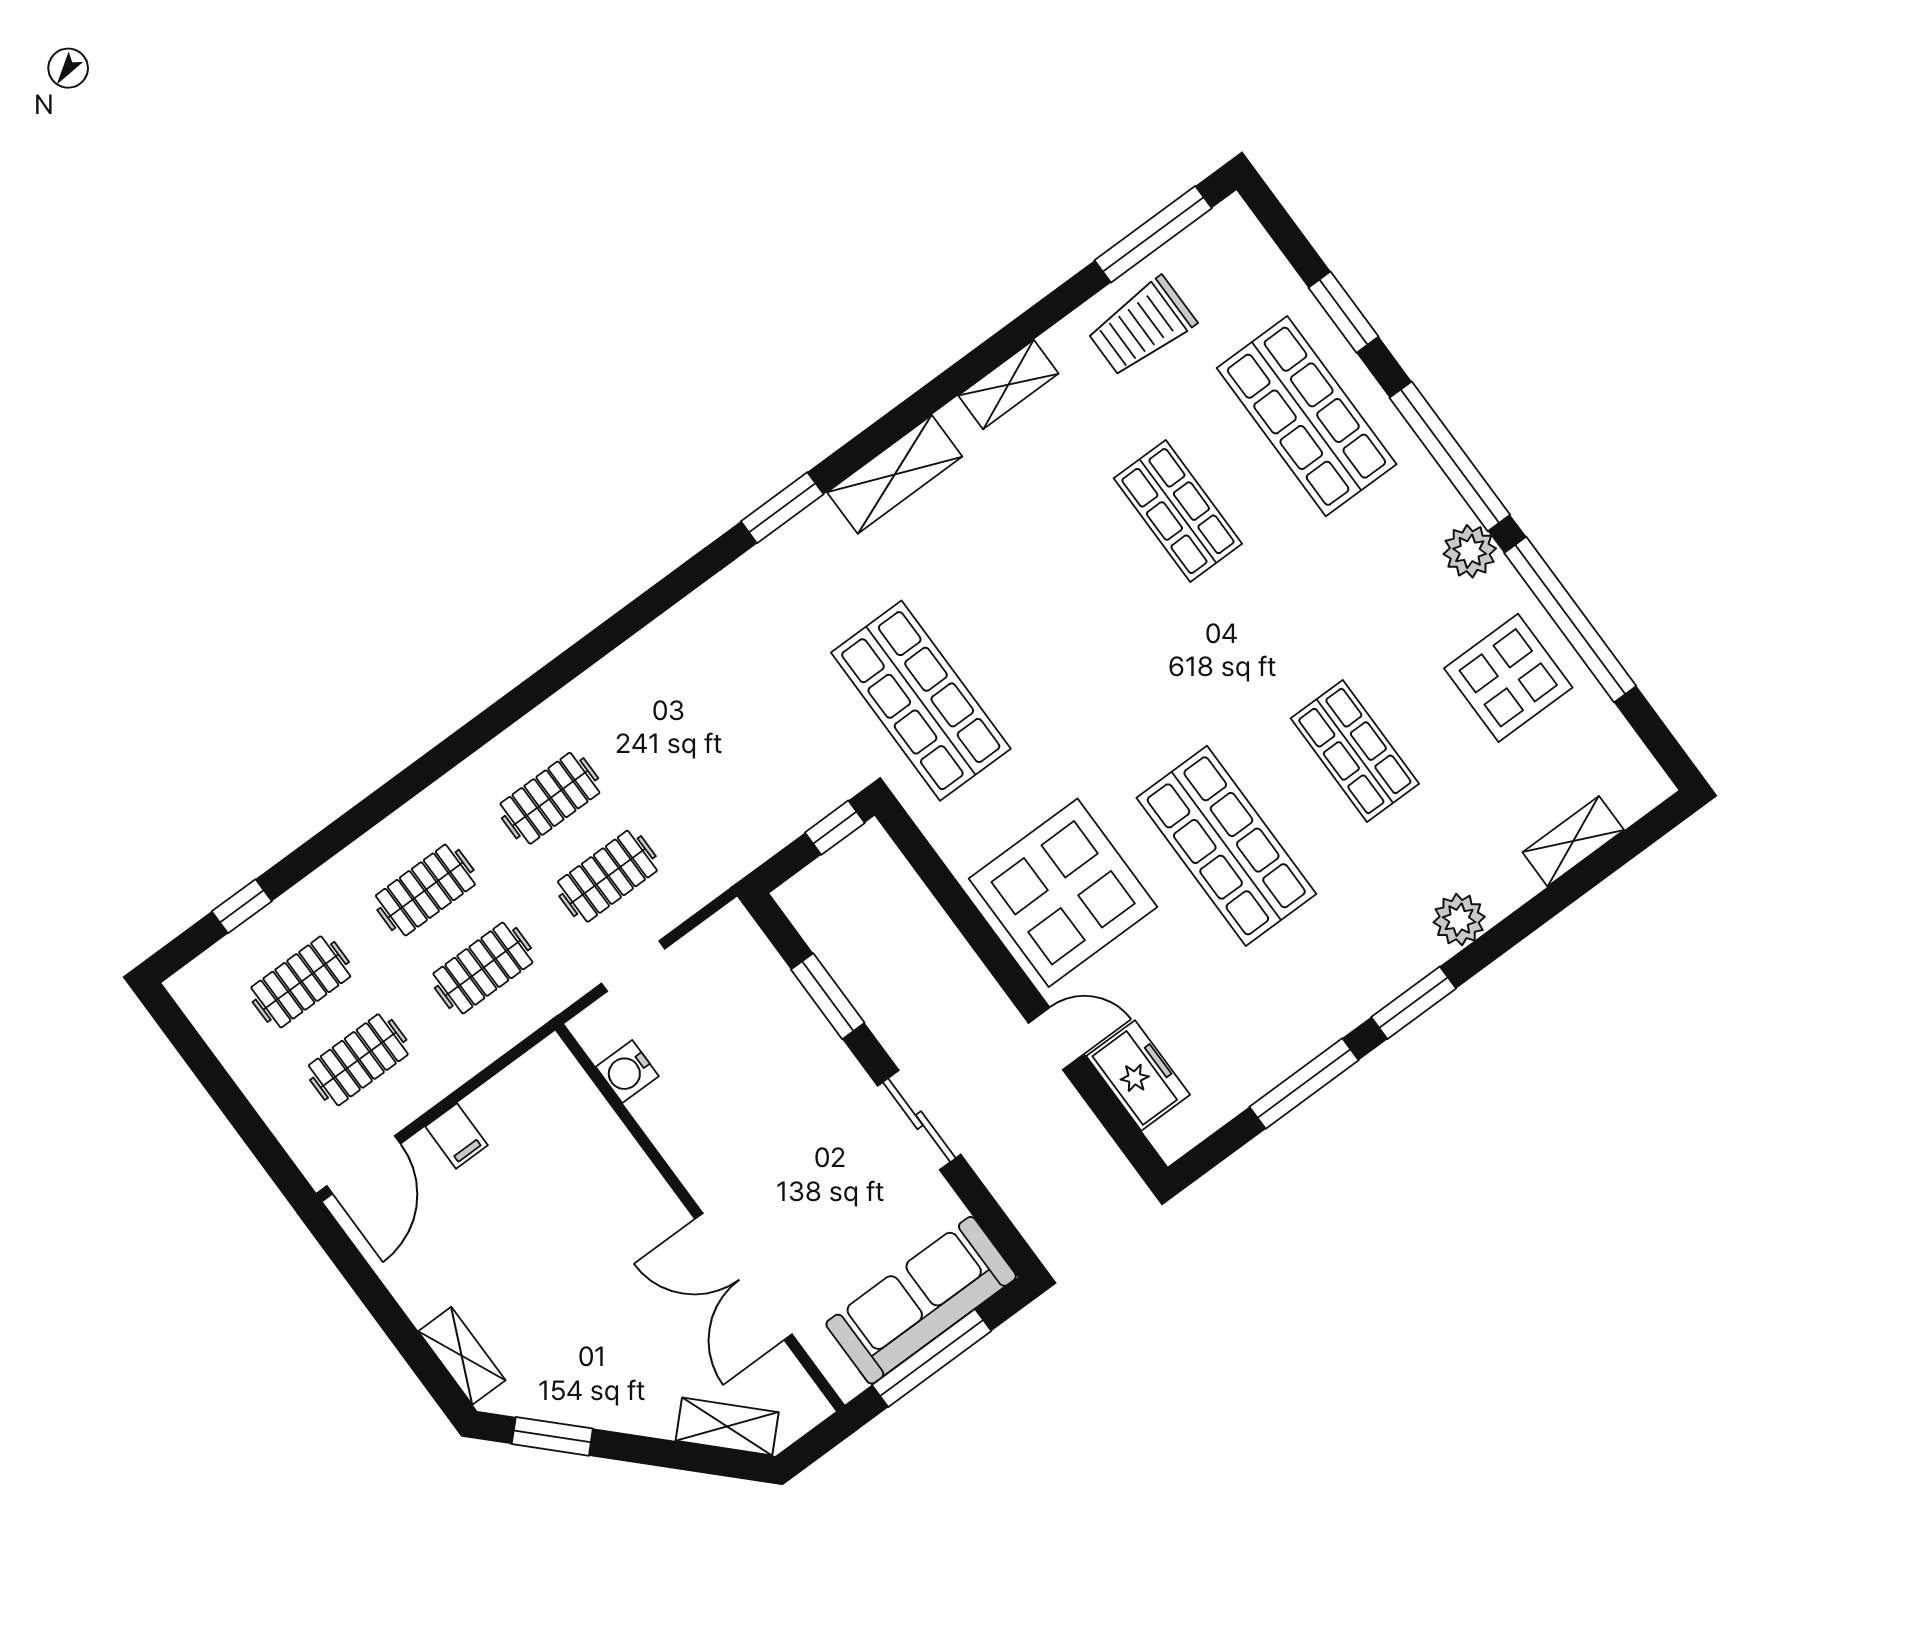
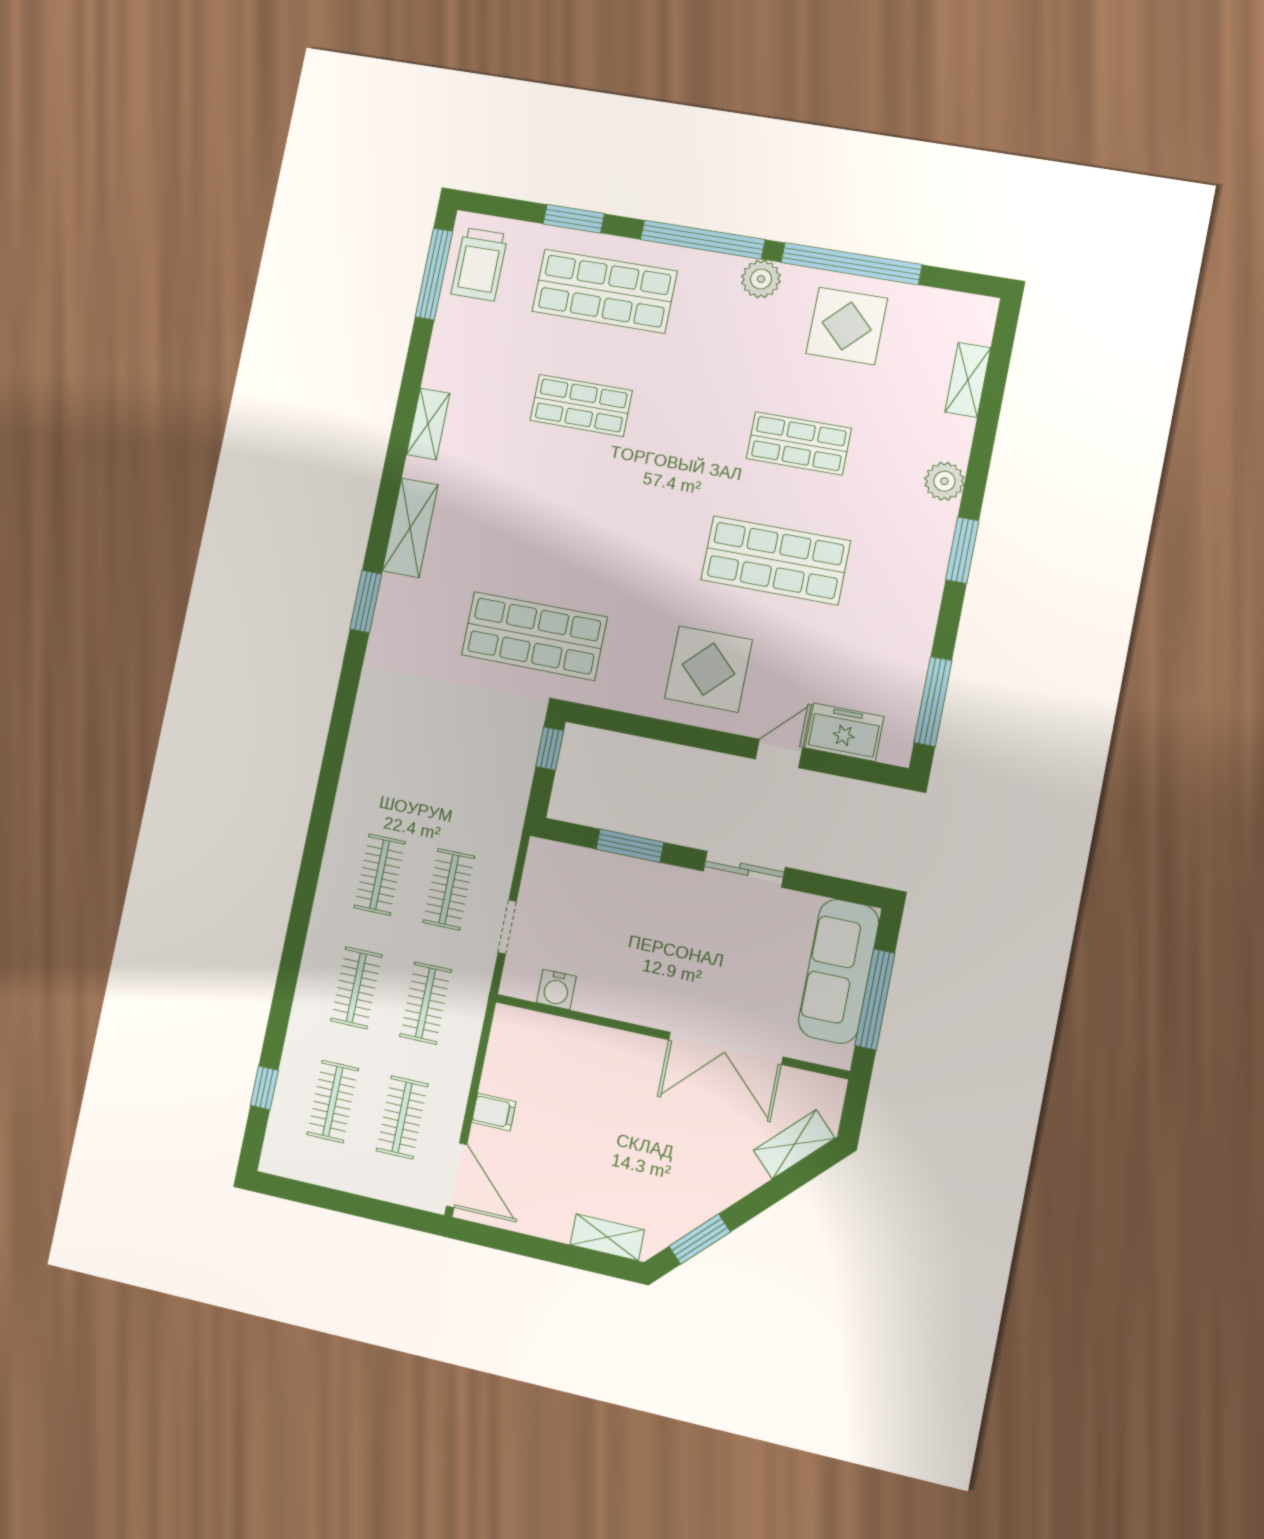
trolley: (1142, 327) -> (479, 264), moved
display table: (1063, 893) -> (708, 669), width x0.73, depth x0.73
window: (1304, 1083) -> (933, 702), moved

